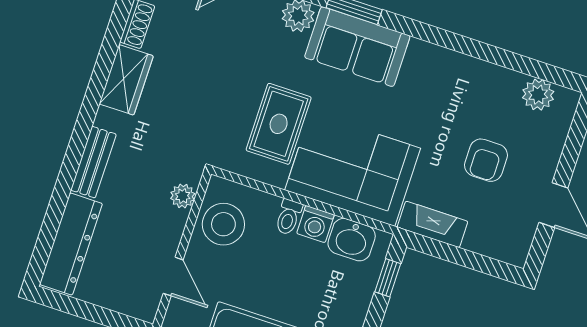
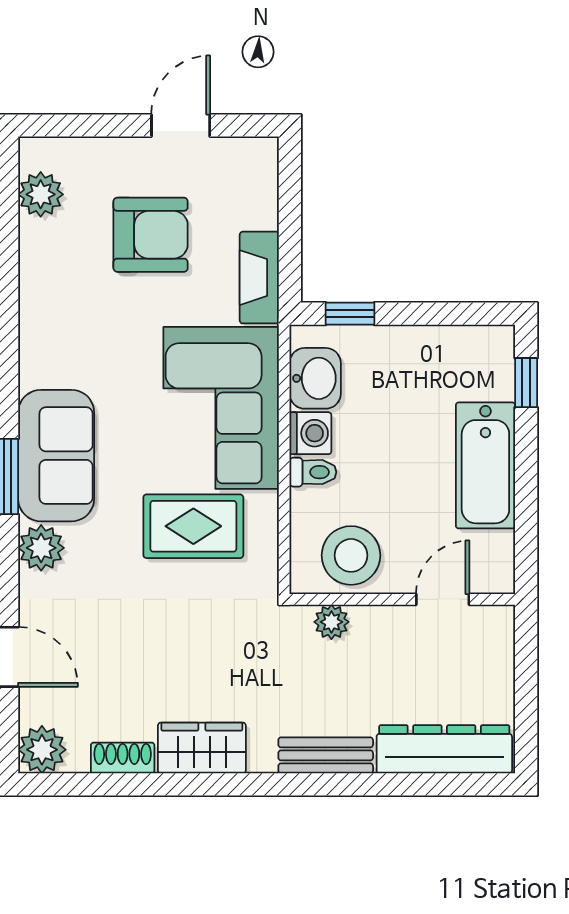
armchair: (486, 160) -> (151, 235), width x1.38, depth x1.38

